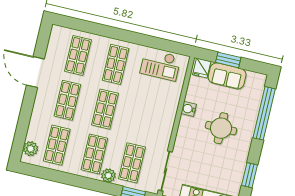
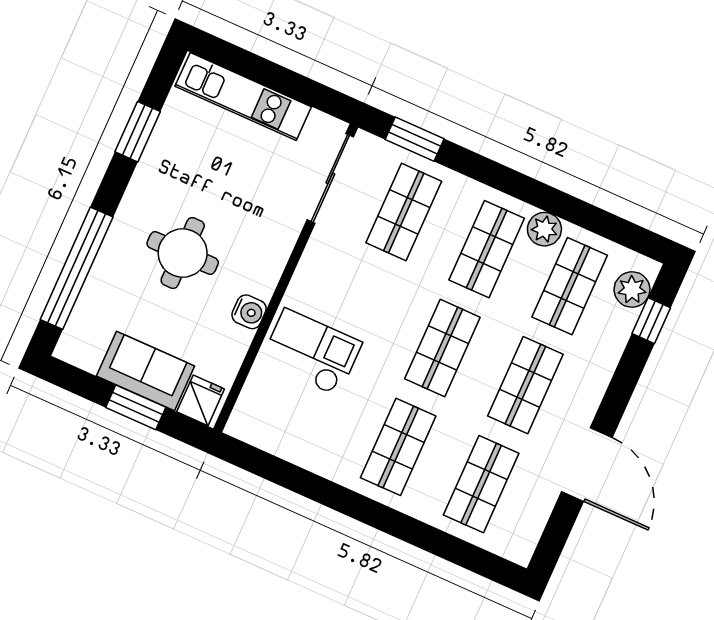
checkout: (160, 65) -> (311, 352), moved
window: (20, 137) -> (651, 321), added
plant: (108, 176) -> (544, 229), moved

